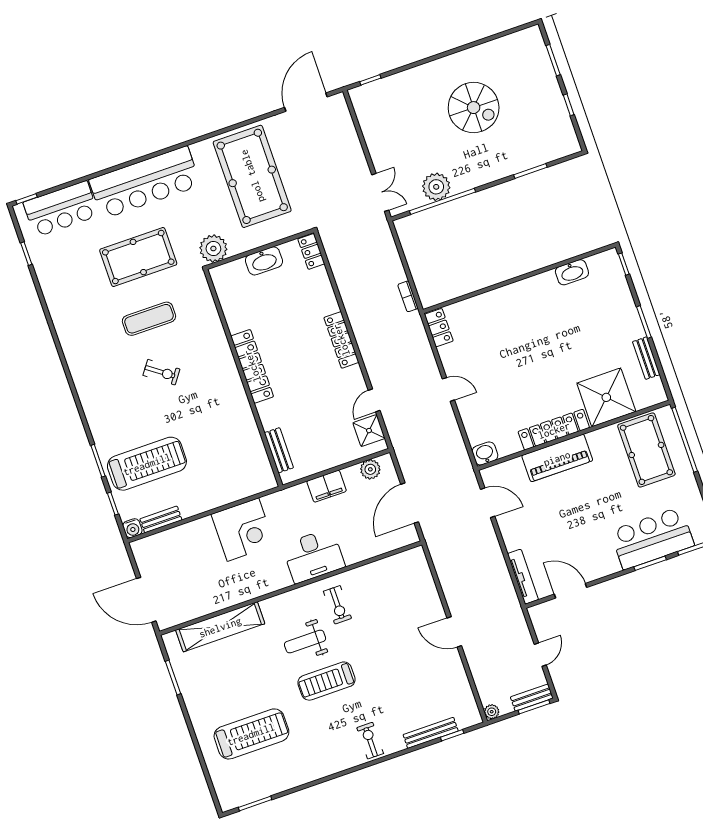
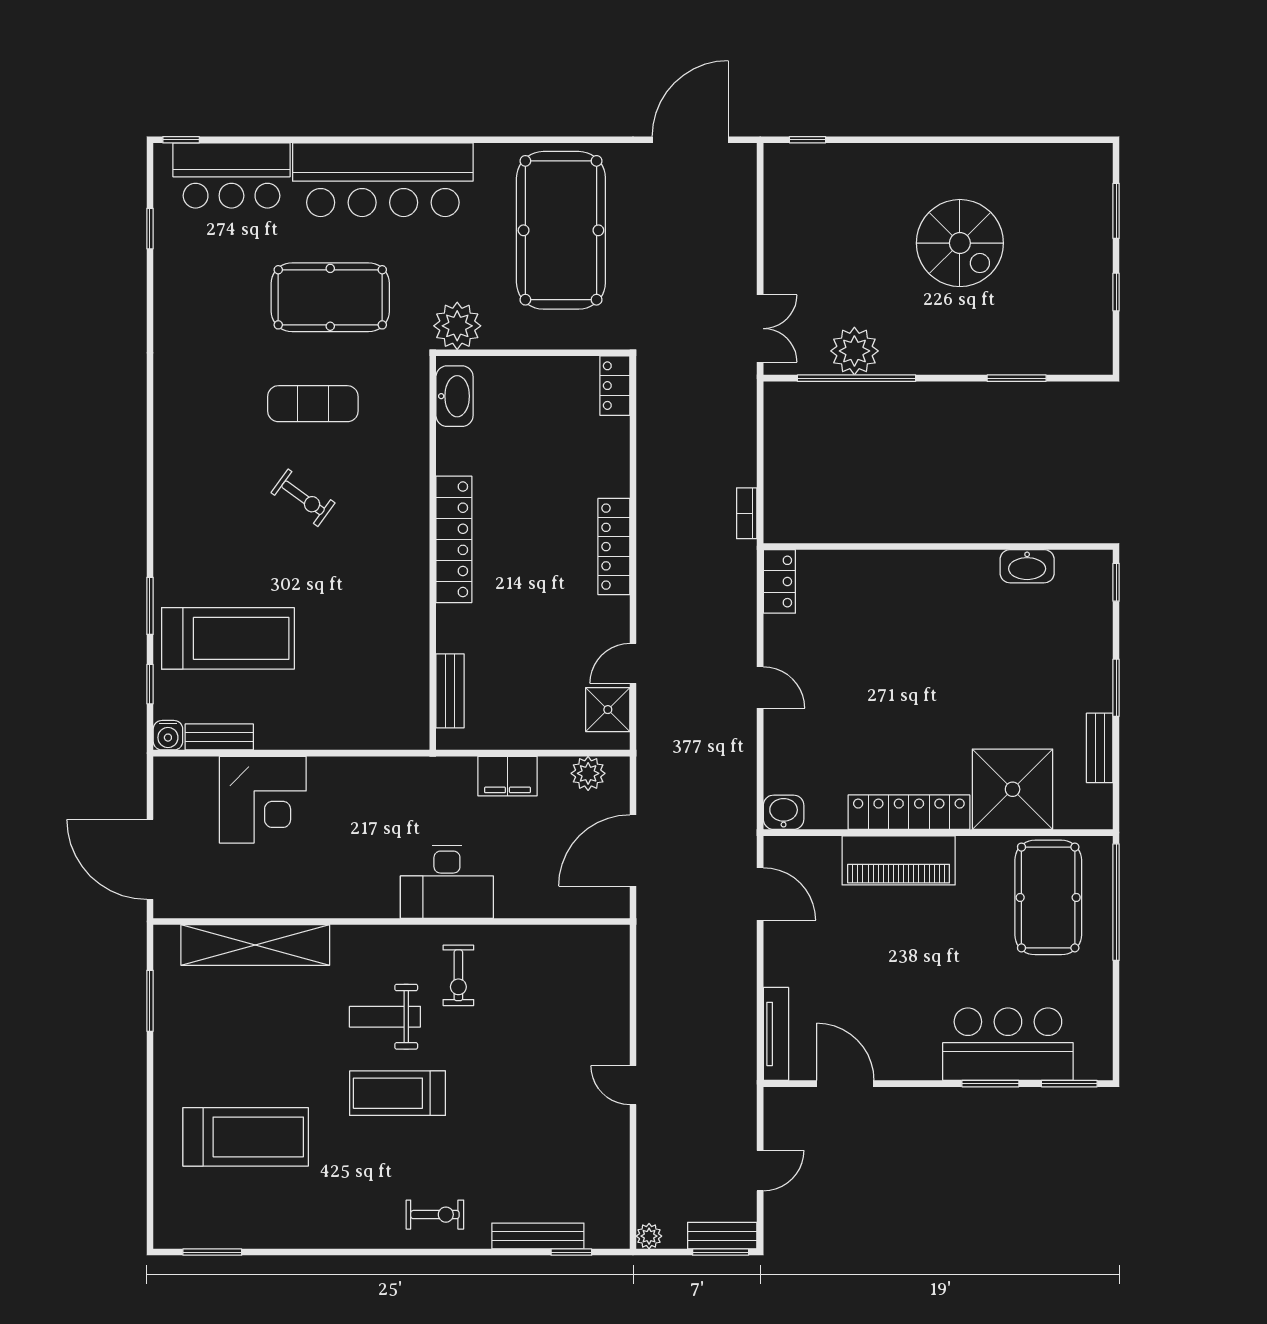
washbasin: (264, 261) -> (455, 396), moved, turned -90
corner desk: (243, 530) -> (263, 800), moved
door: (454, 632) -> (633, 1085), width x0.73
exercise bike: (370, 741) -> (435, 1215), turned 90

